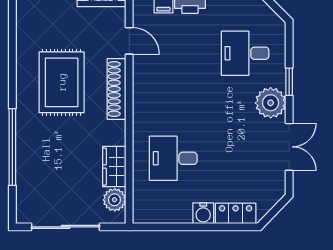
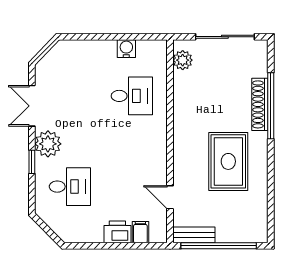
shoe rack: (117, 89) -> (260, 104), moved, turned 180
wardrobe: (114, 167) -> (183, 89), removed
water cooler: (203, 213) -> (126, 49), moved
locker: (236, 213) -> (78, 48), removed

